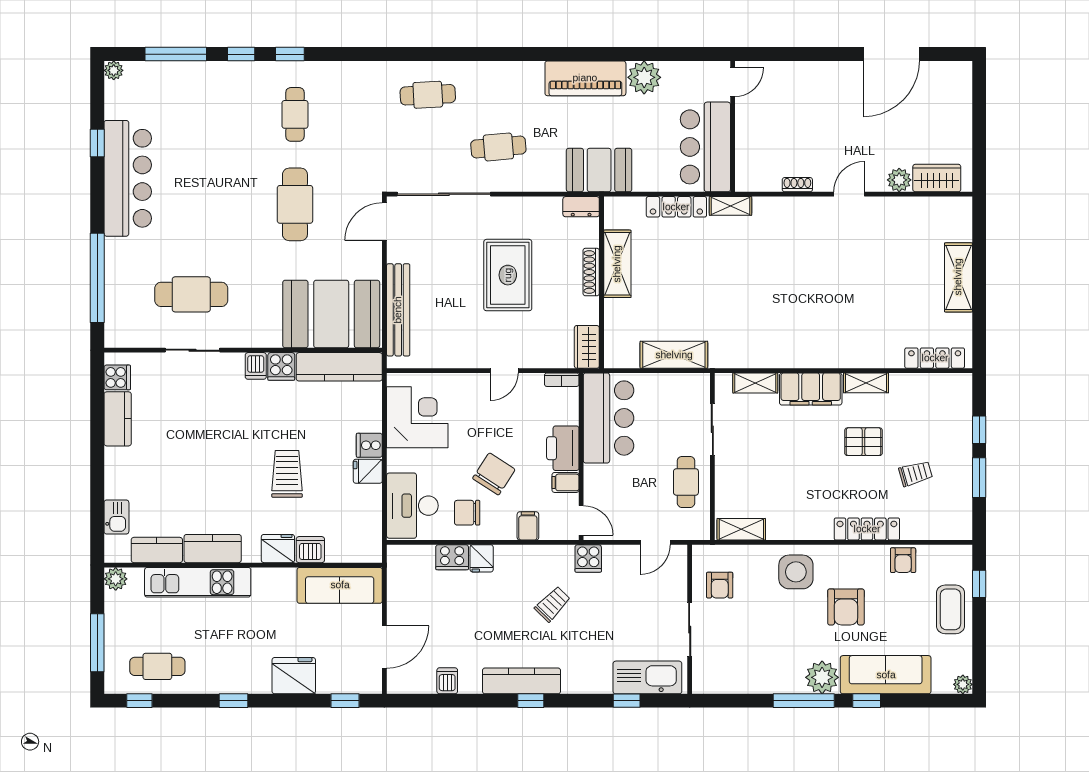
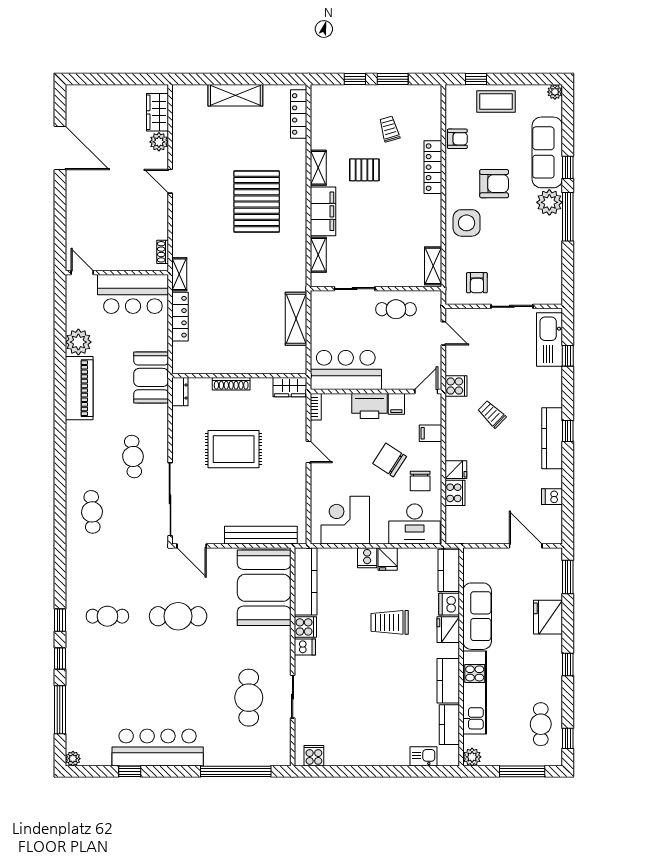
shoe rack: (797, 185) -> (163, 252), moved
shelving: (617, 264) -> (225, 363), removed
pallet: (823, 304) -> (257, 202), added
kitchen counter: (118, 419) -> (449, 570), moved, turned -90
pallet: (864, 442) -> (364, 170), turned 90
sofa: (340, 585) -> (477, 616), moved
armchair: (720, 585) -> (477, 283), turned 90
window: (345, 701) -> (568, 577), width x1.50

